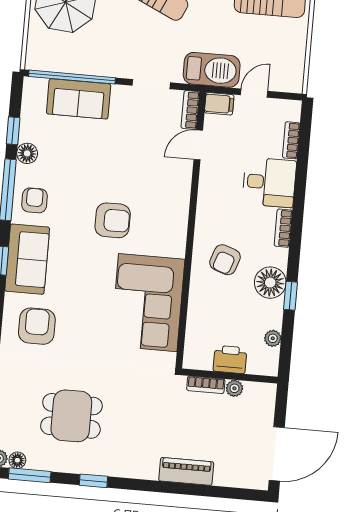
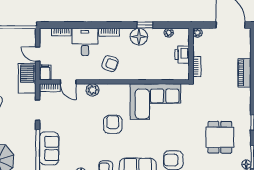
plant: (179, 189) -> (93, 90), added
armchair: (225, 260) -> (110, 64), moved
plant: (234, 388) -> (197, 33), moved

